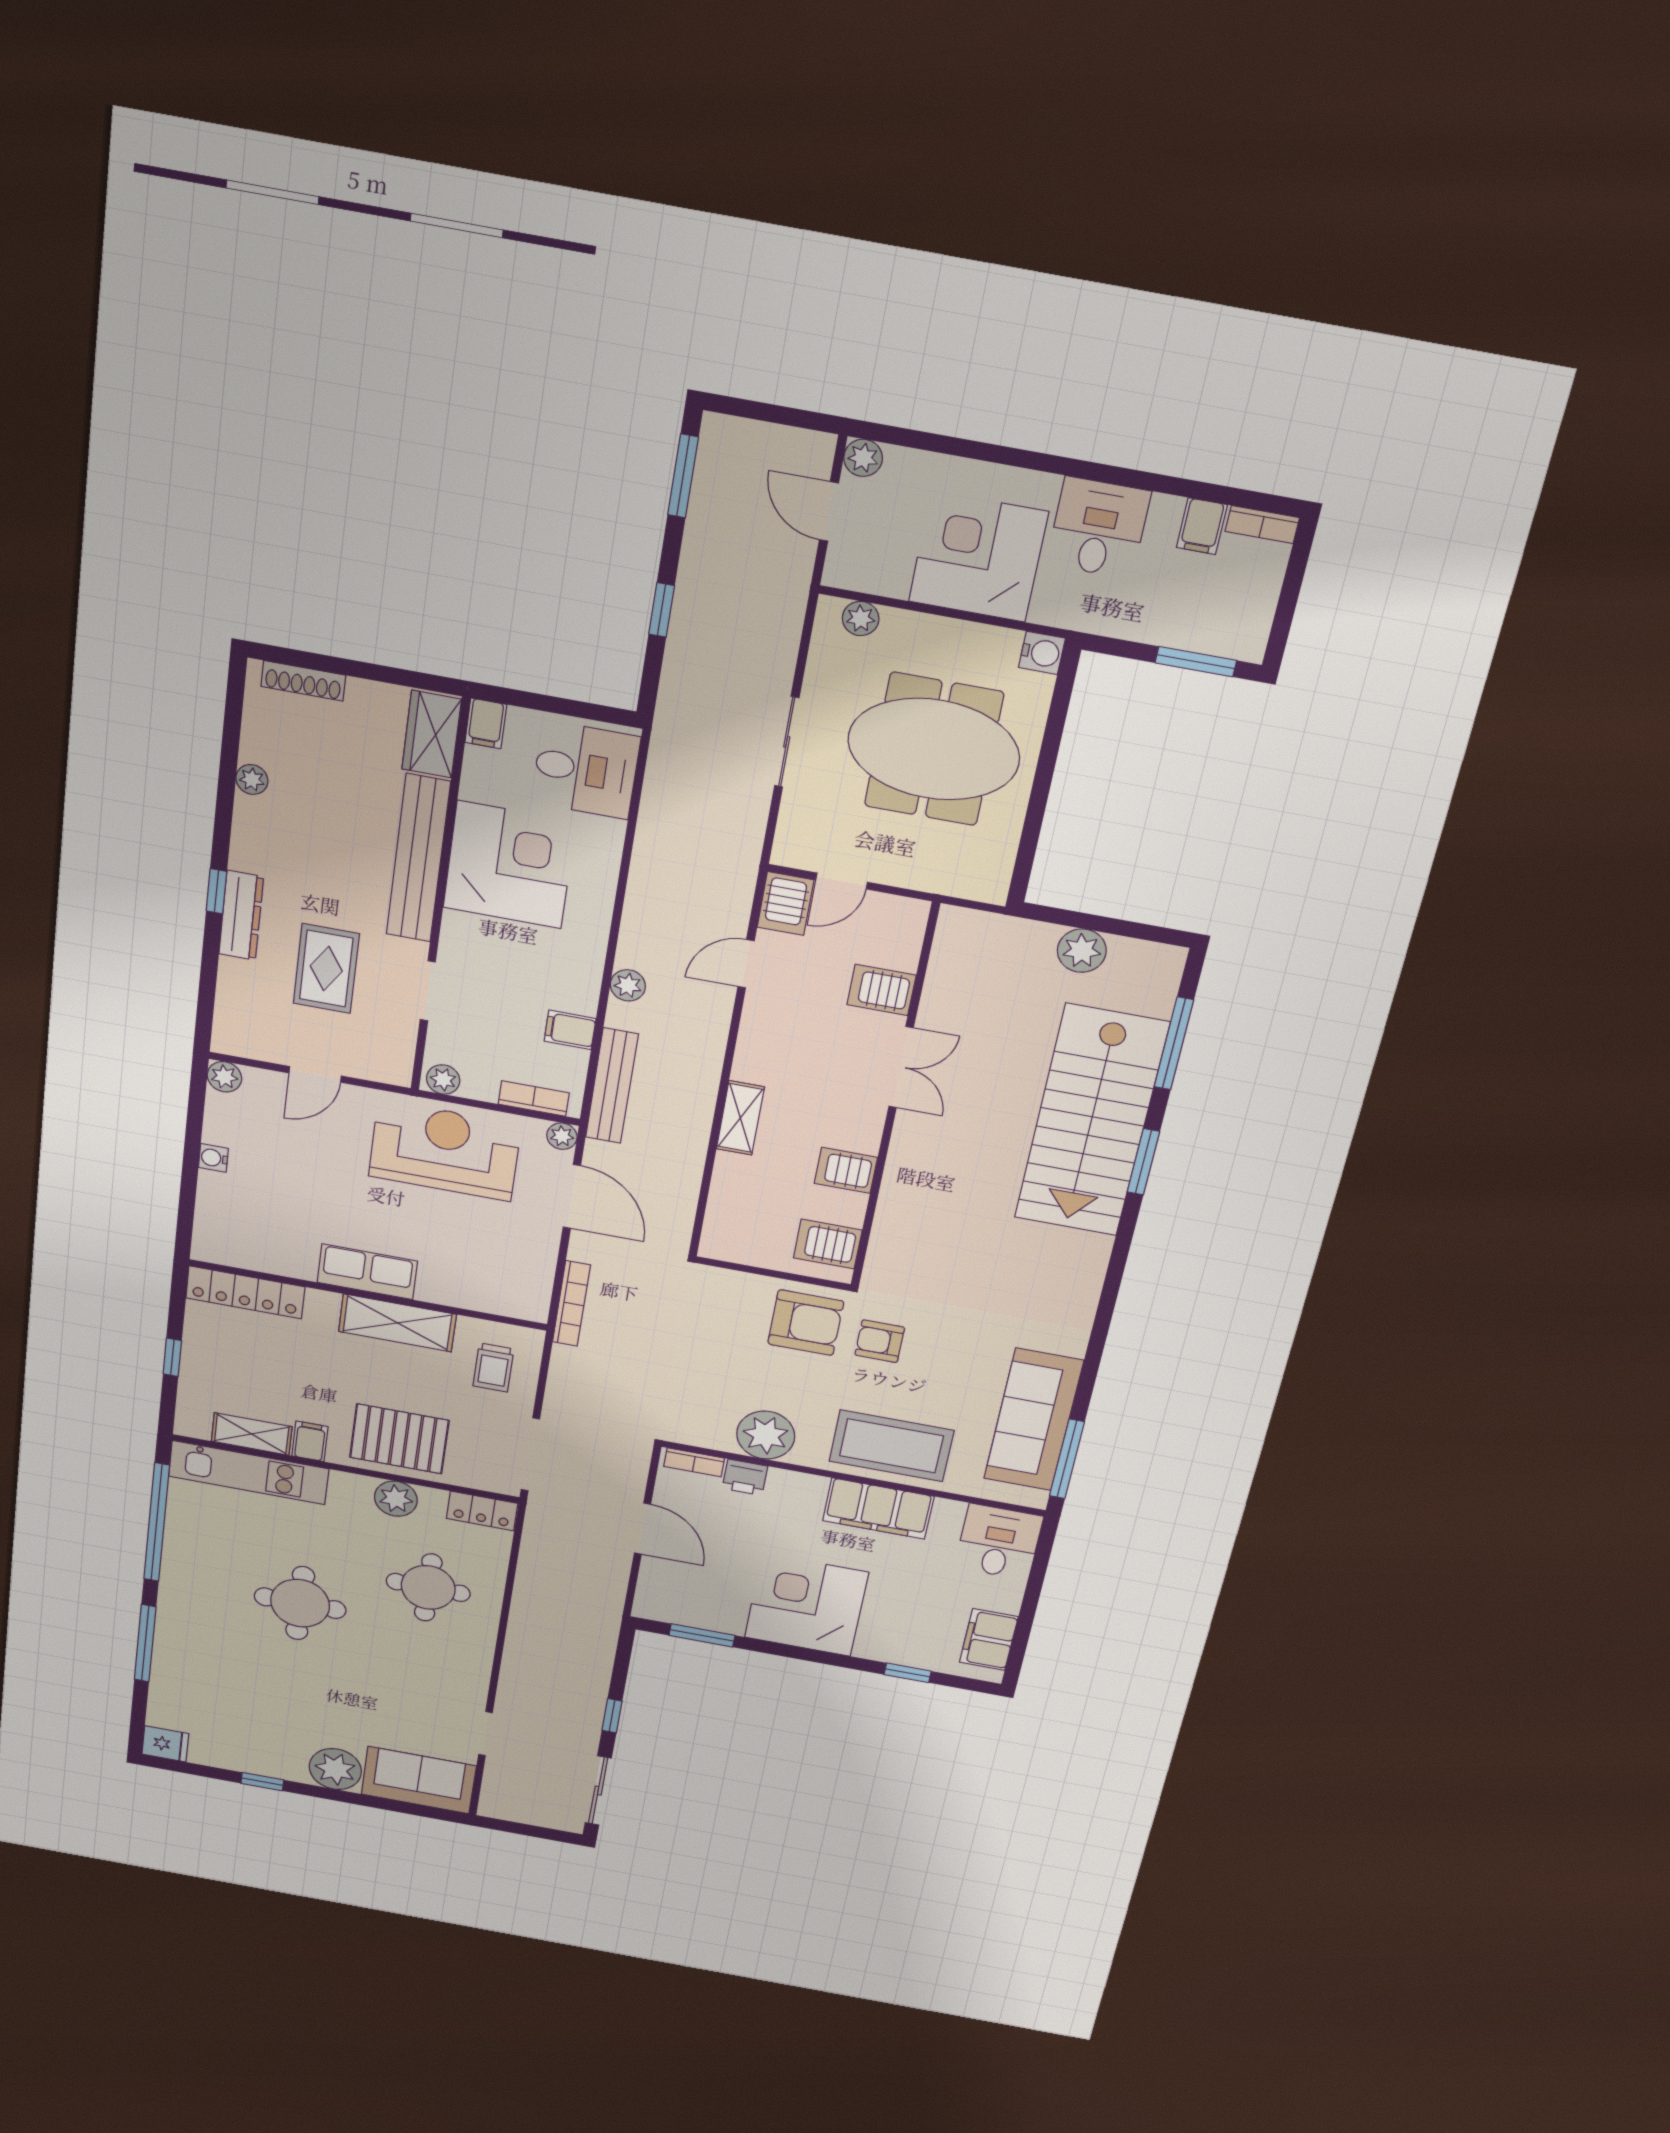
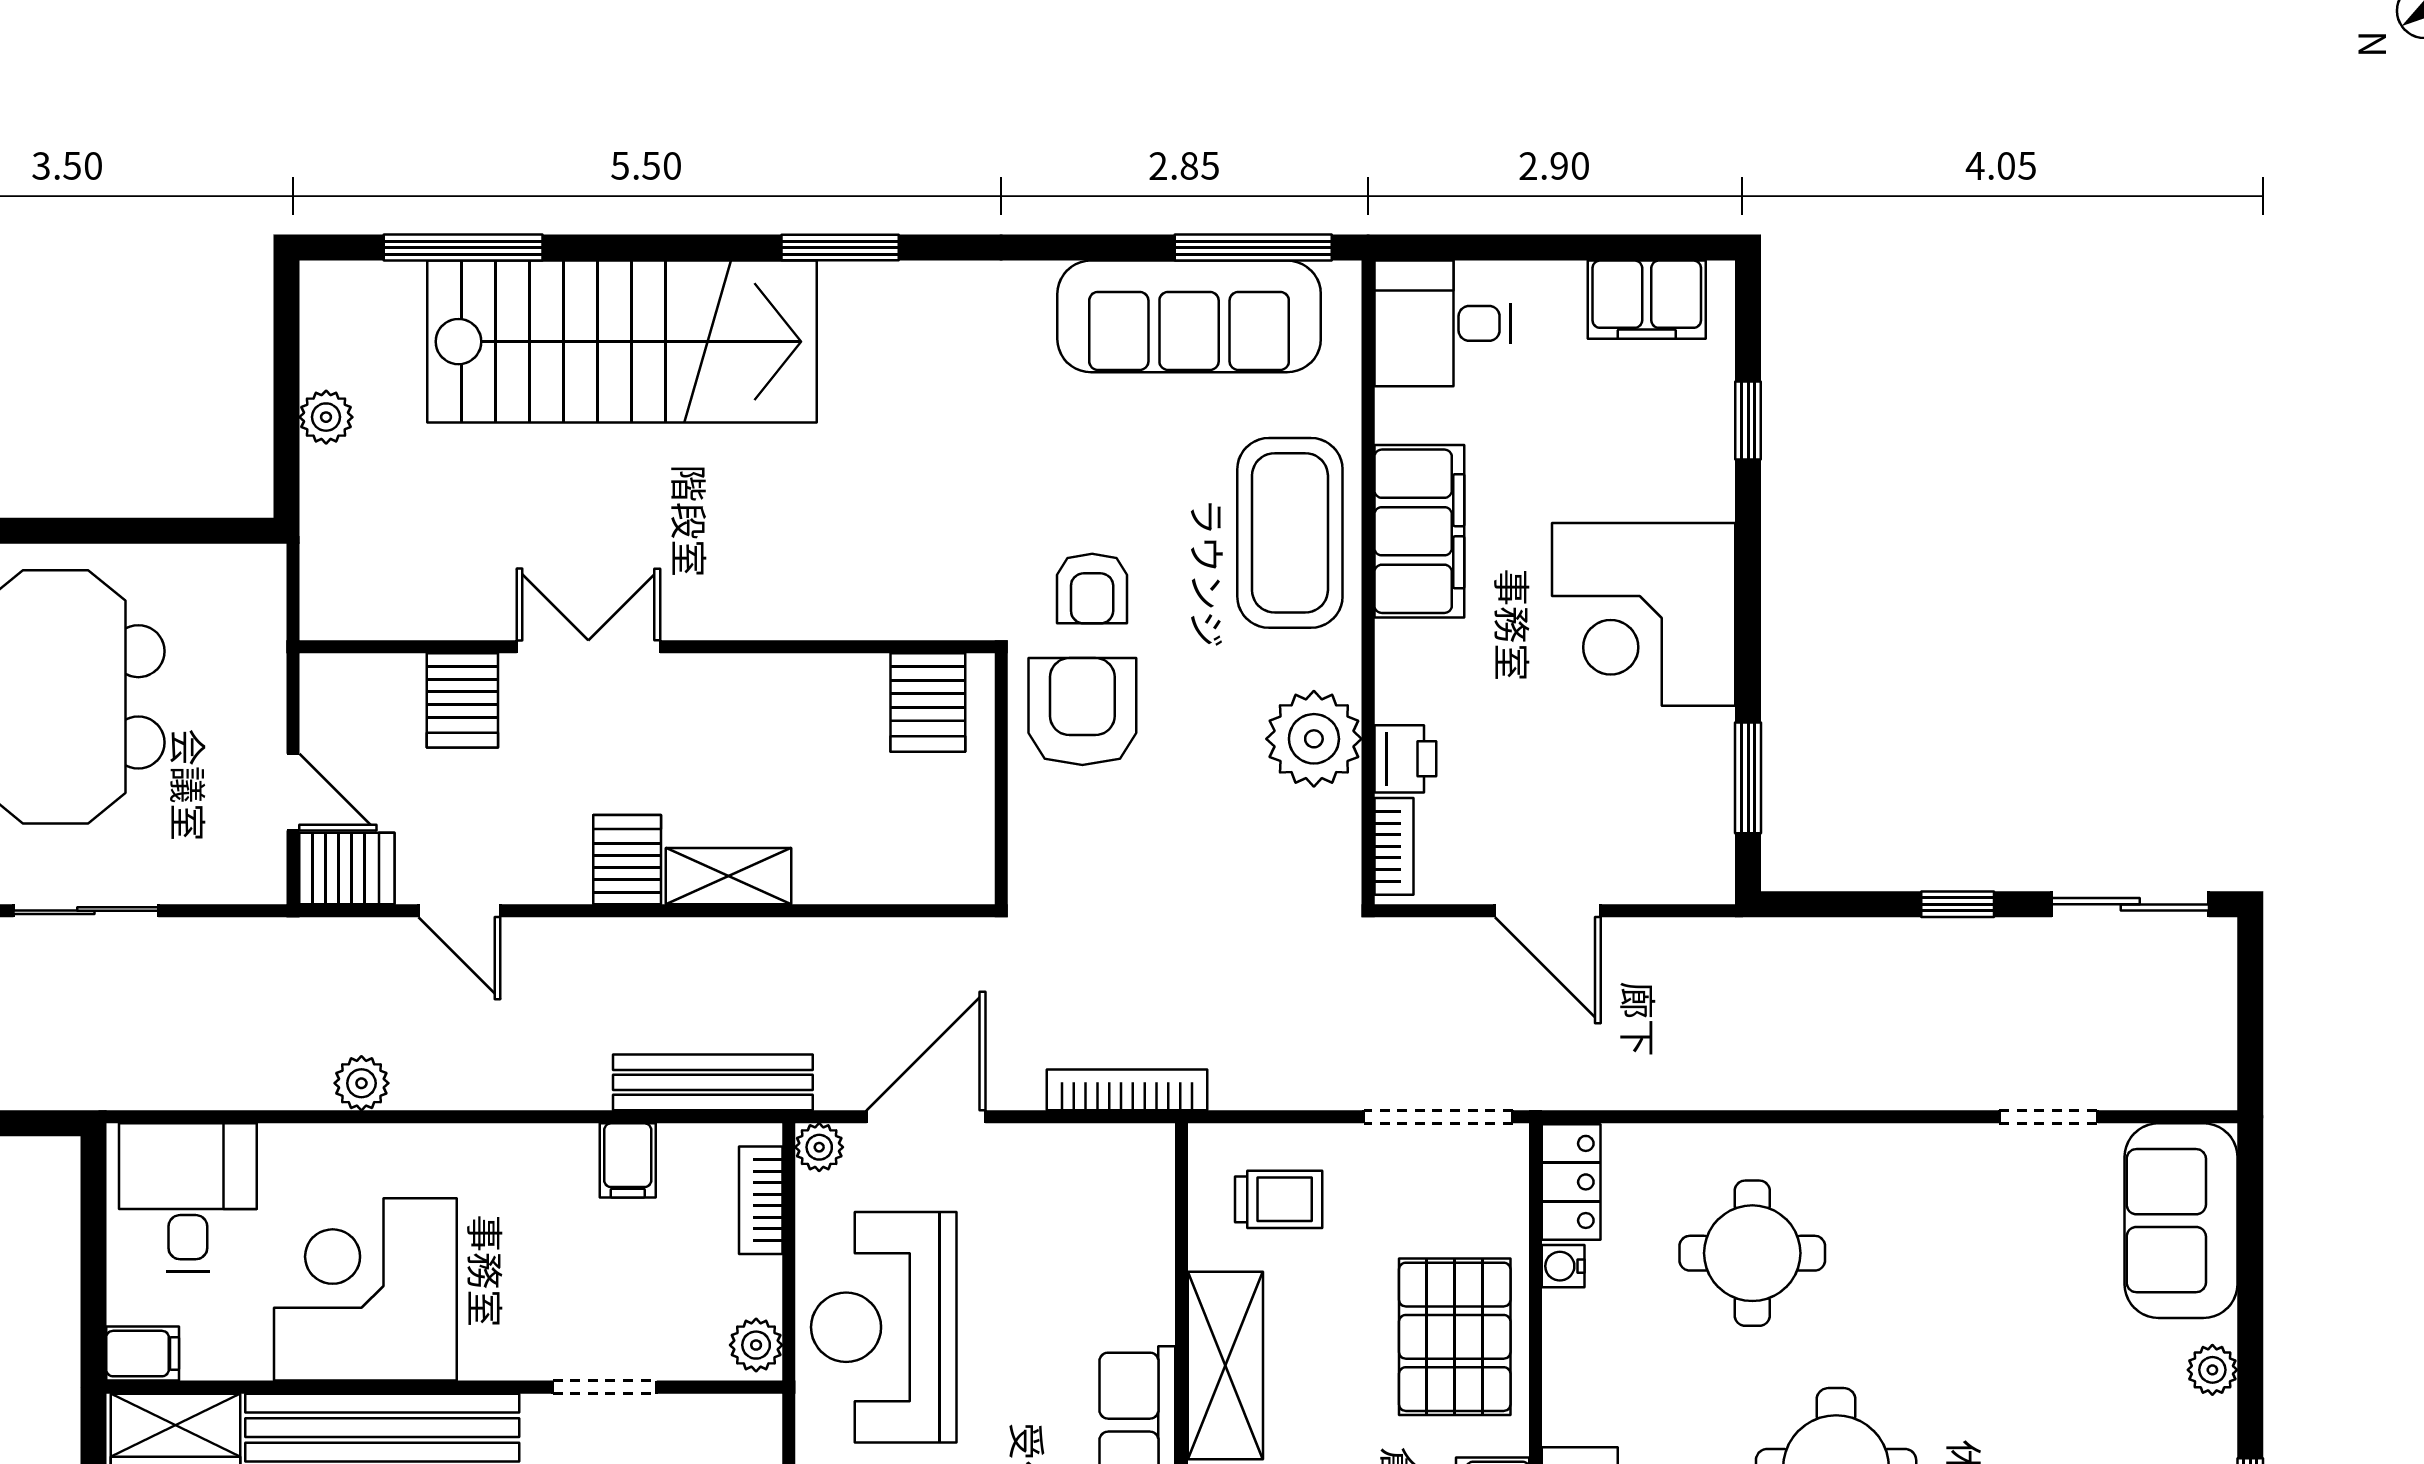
plant: (1082, 951) -> (326, 417), width x0.73, depth x0.73
plant: (628, 985) -> (361, 1083), moved
window: (1143, 1162) -> (840, 248), moved
server rack: (846, 1170) -> (627, 860), moved, turned 180
water cooler: (433, 1498) -> (1563, 1266), added
plant: (396, 1499) -> (1578, 1329), removed
door: (642, 1529) -> (1548, 911), swing flipped
plant: (335, 1769) -> (2212, 1370), width x0.53, depth x0.53

